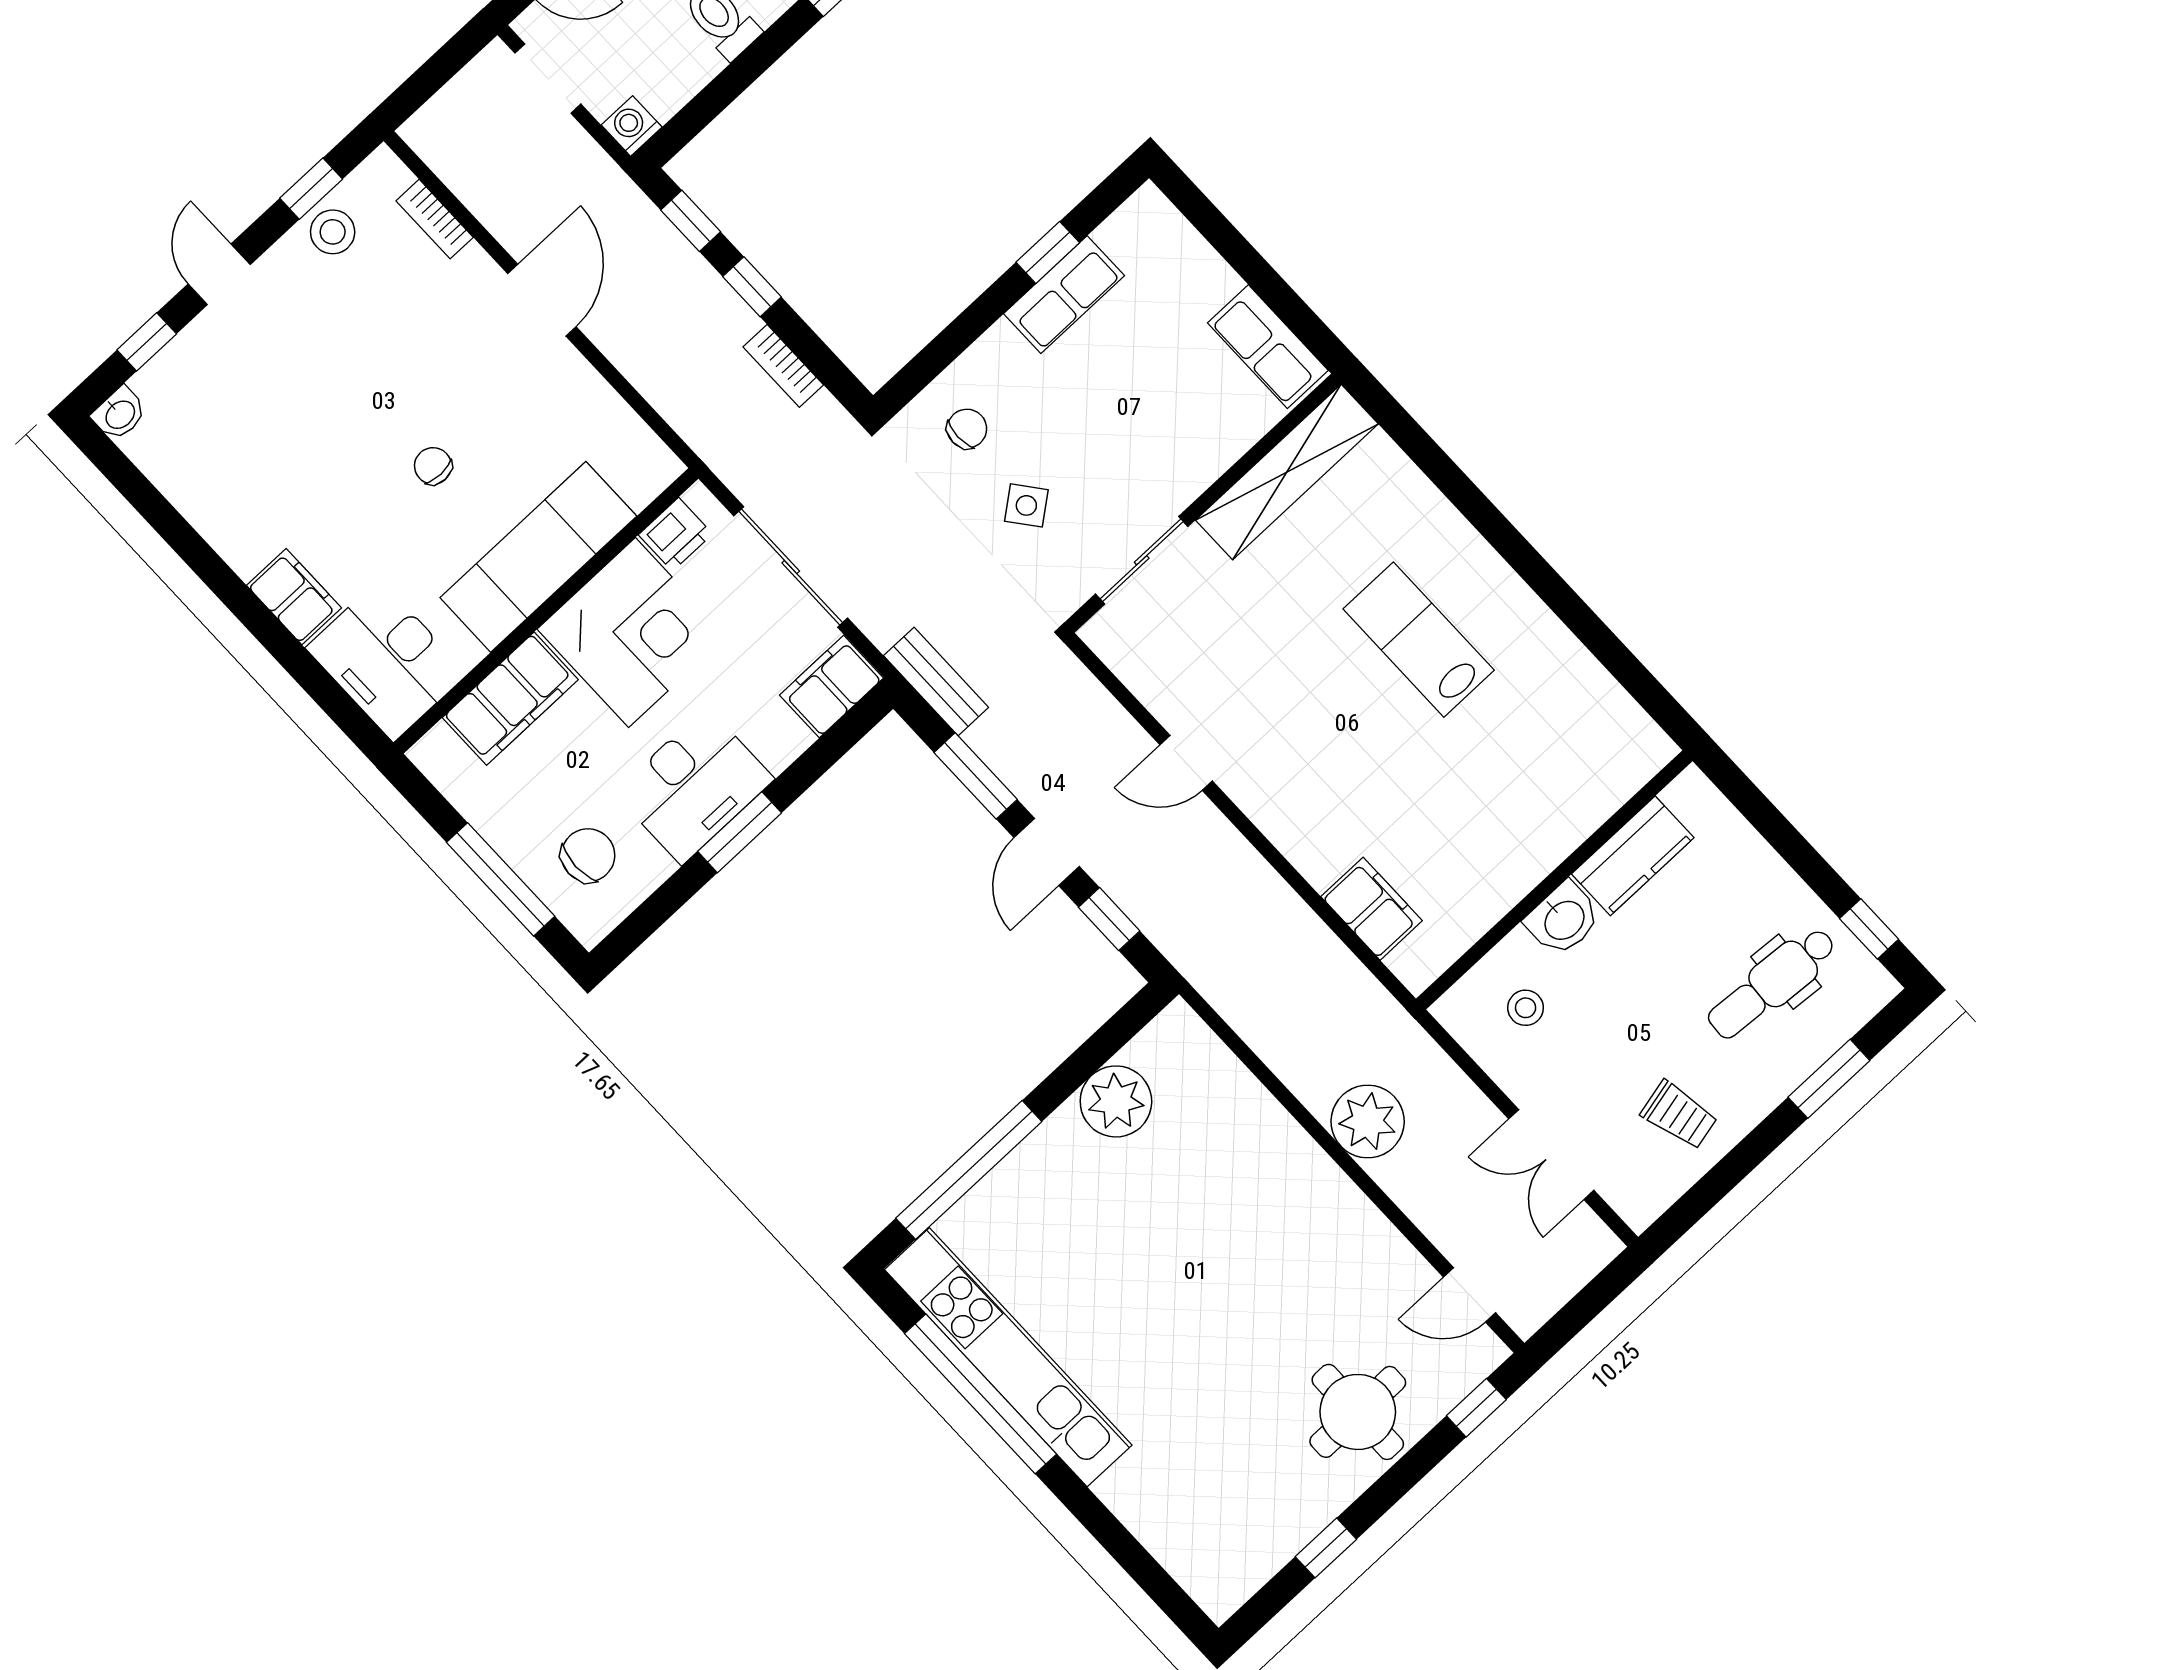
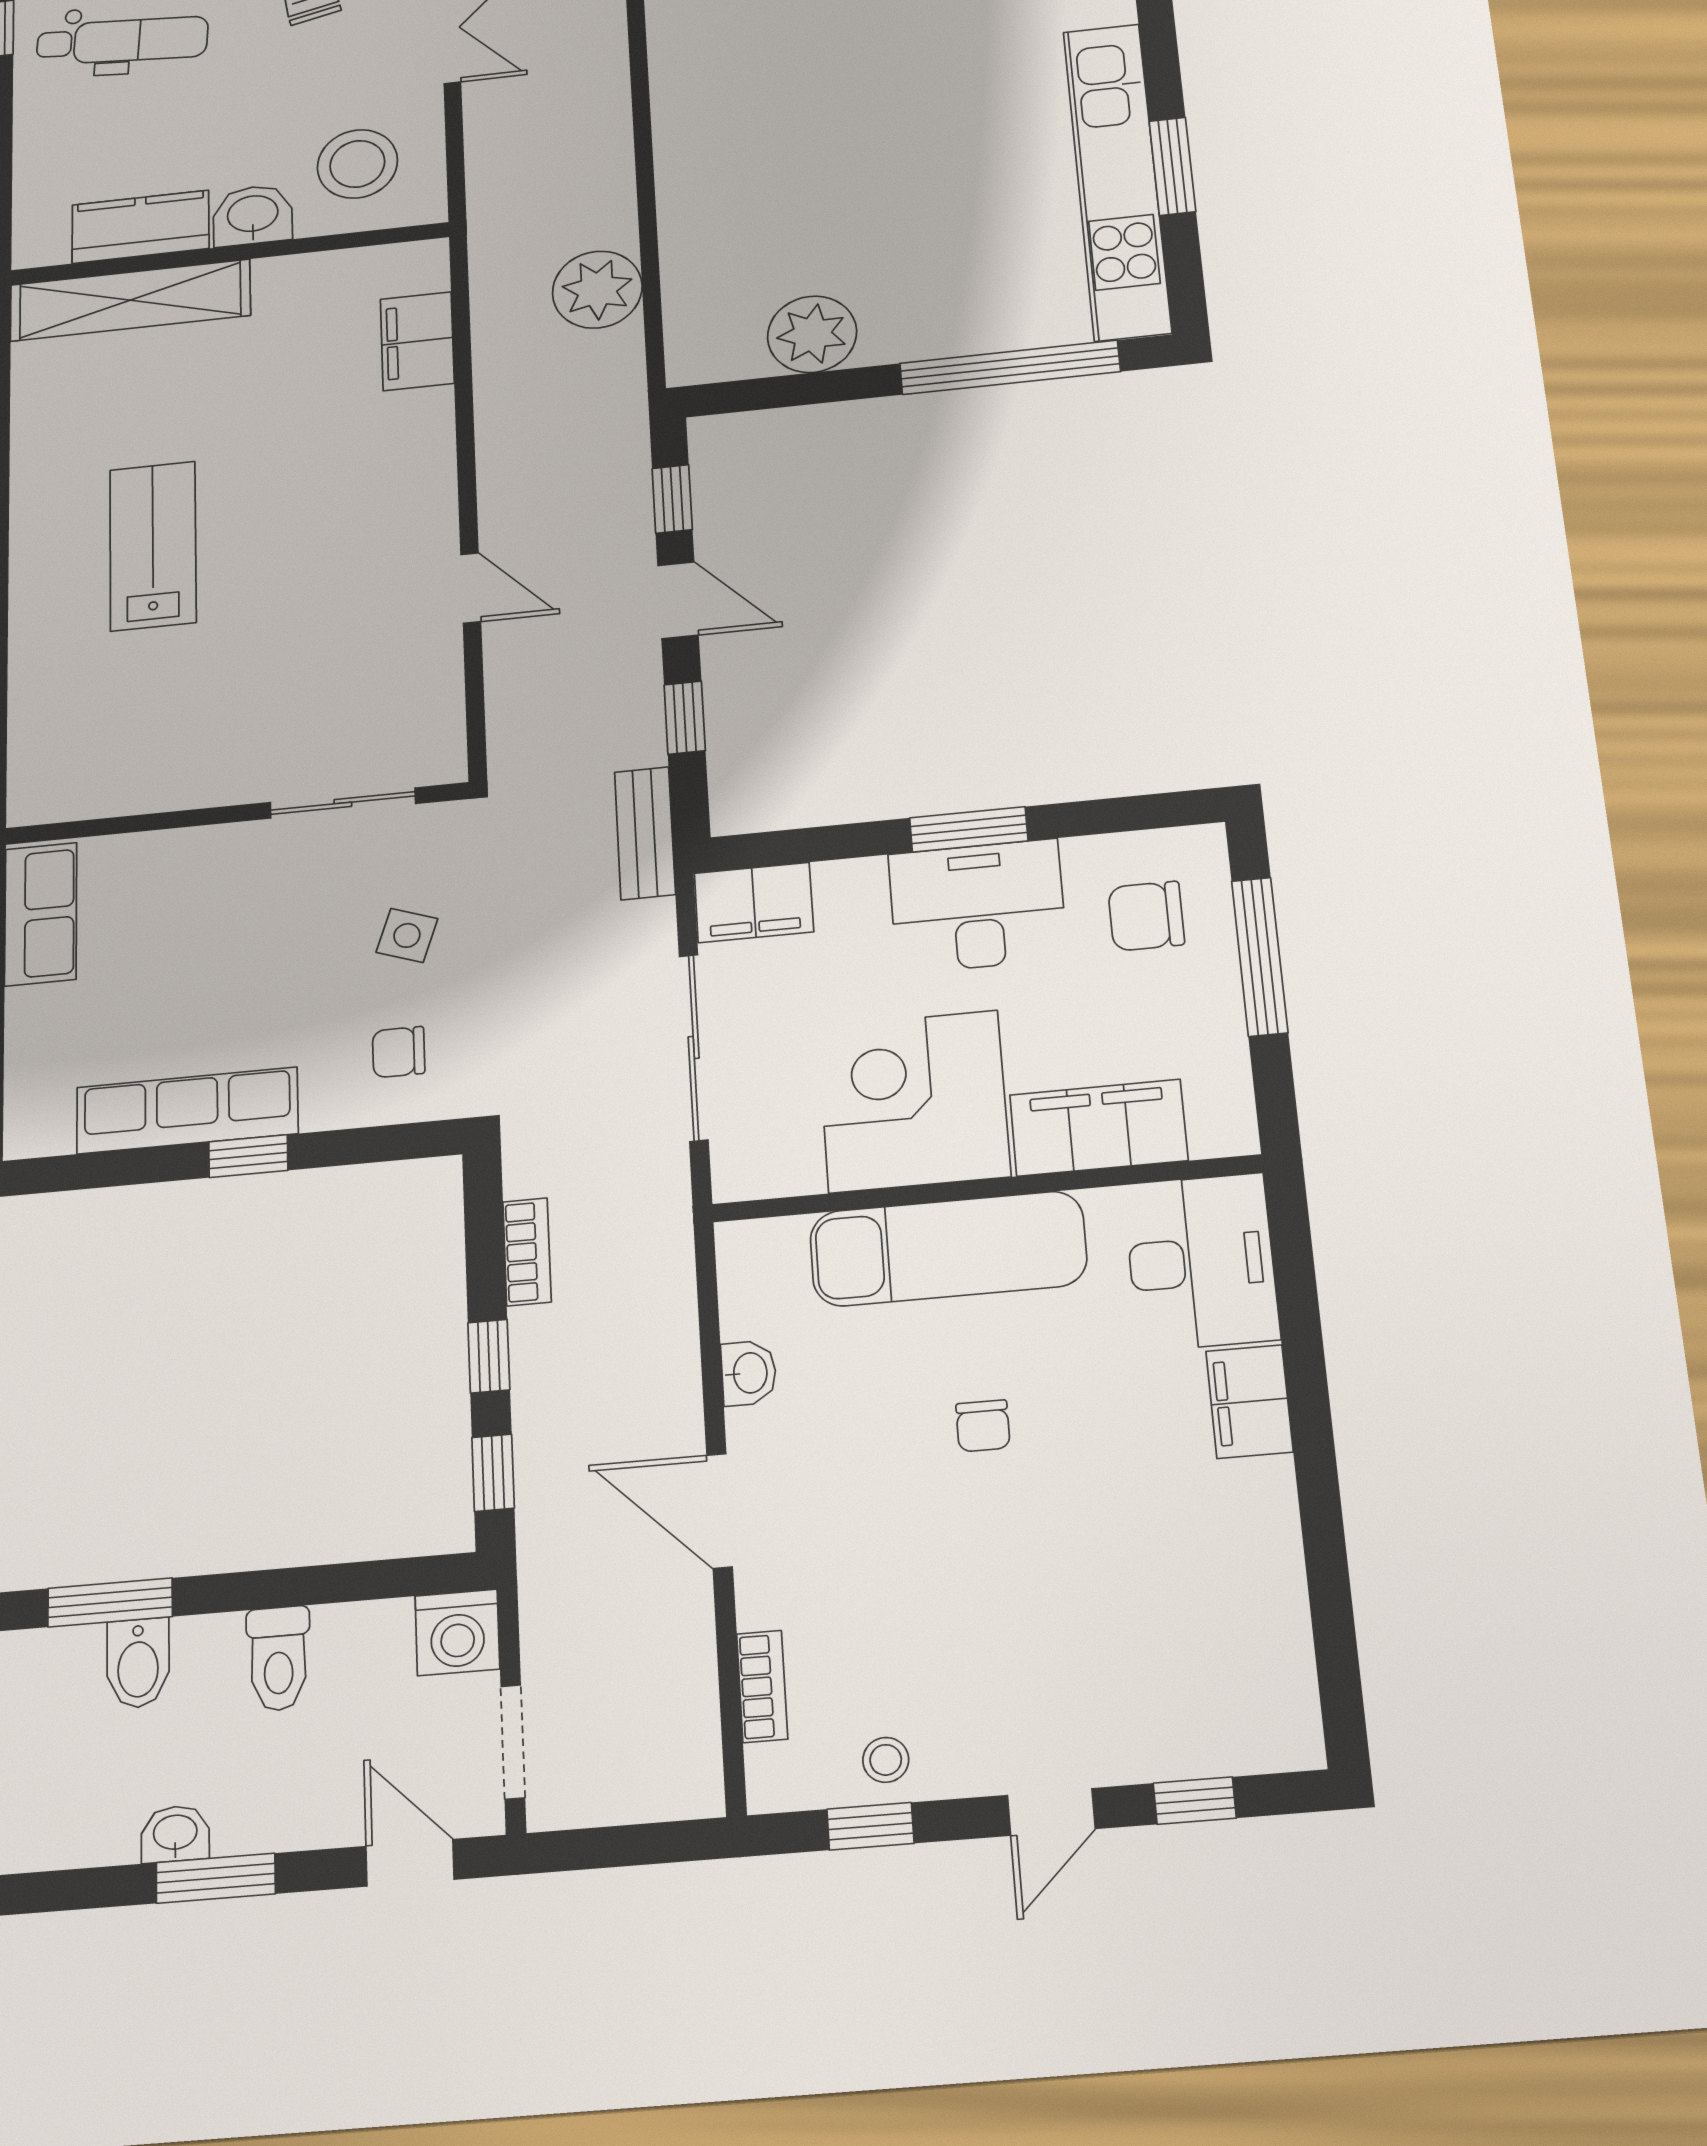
washing machine: (632, 126) -> (457, 1632), width x1.38, depth x1.38
stool: (333, 232) -> (886, 1760), width x0.73, depth x0.73
window: (1048, 252) -> (248, 1156), moved
row of seats: (1064, 295) -> (187, 1111), width x1.48
door: (542, 300) -> (720, 1511), hinge flipped
washbasin: (119, 414) -> (749, 1373), moved, turned 90
shelving: (1287, 472) -> (130, 300), moved
side table: (1026, 505) -> (407, 935), turned -33
printer: (676, 534) -> (784, 1166), removed
lab bench: (1419, 640) -> (153, 546), turned 180
window: (976, 776) -> (685, 718), width x0.67
door: (1047, 852) -> (678, 600), hinge flipped
stool: (1526, 1008) -> (357, 164), width x1.89, depth x1.89
plant: (1368, 1122) -> (597, 290), moved
window: (980, 1394) -> (1172, 166), width x0.47

